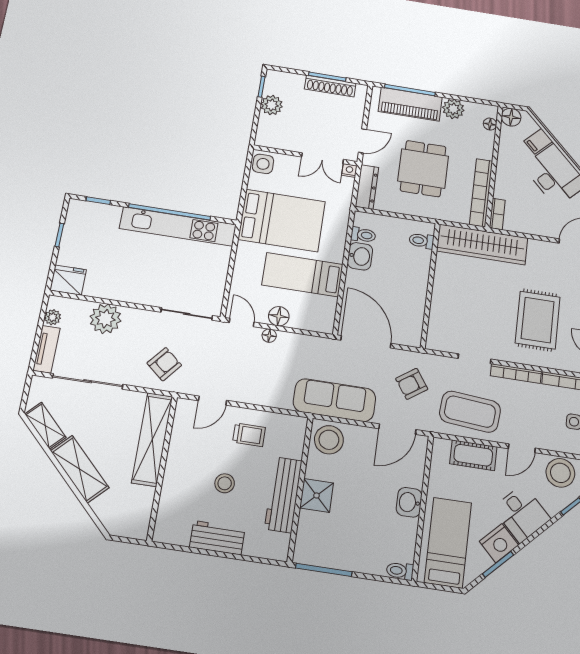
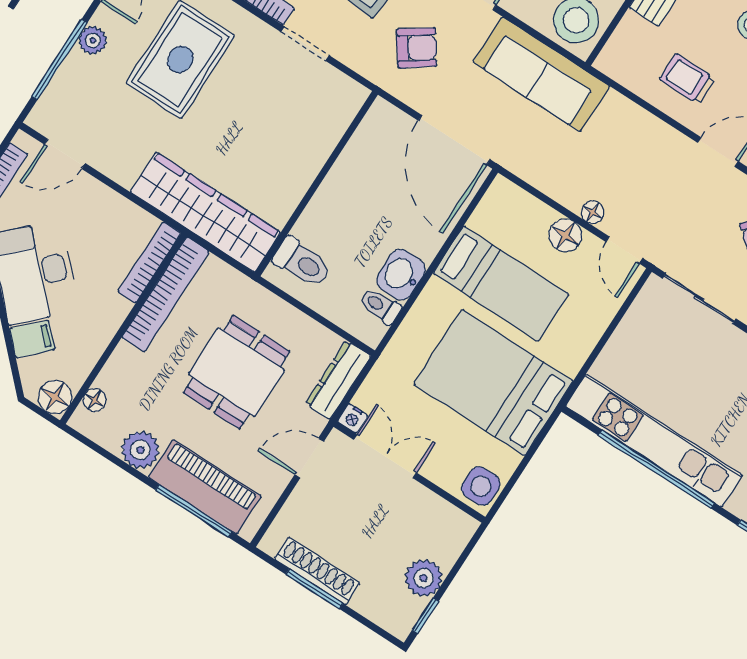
bookcase: (497, 214) -> (149, 262), width x1.56
toilet: (421, 241) -> (302, 262), width x1.37, depth x1.39

